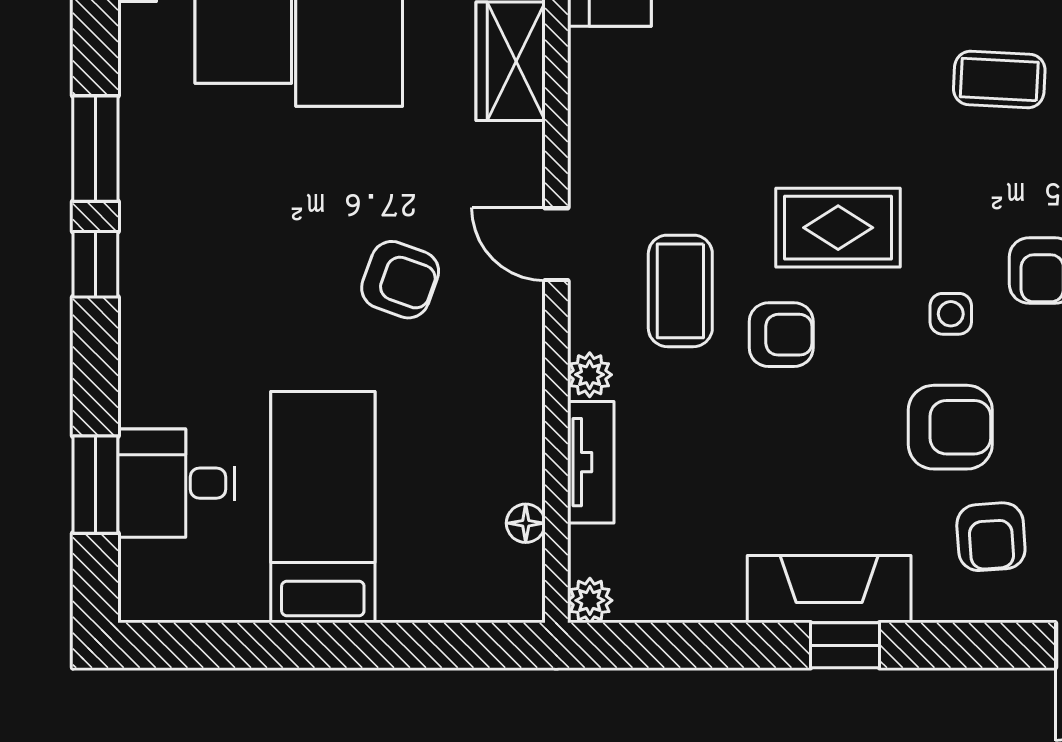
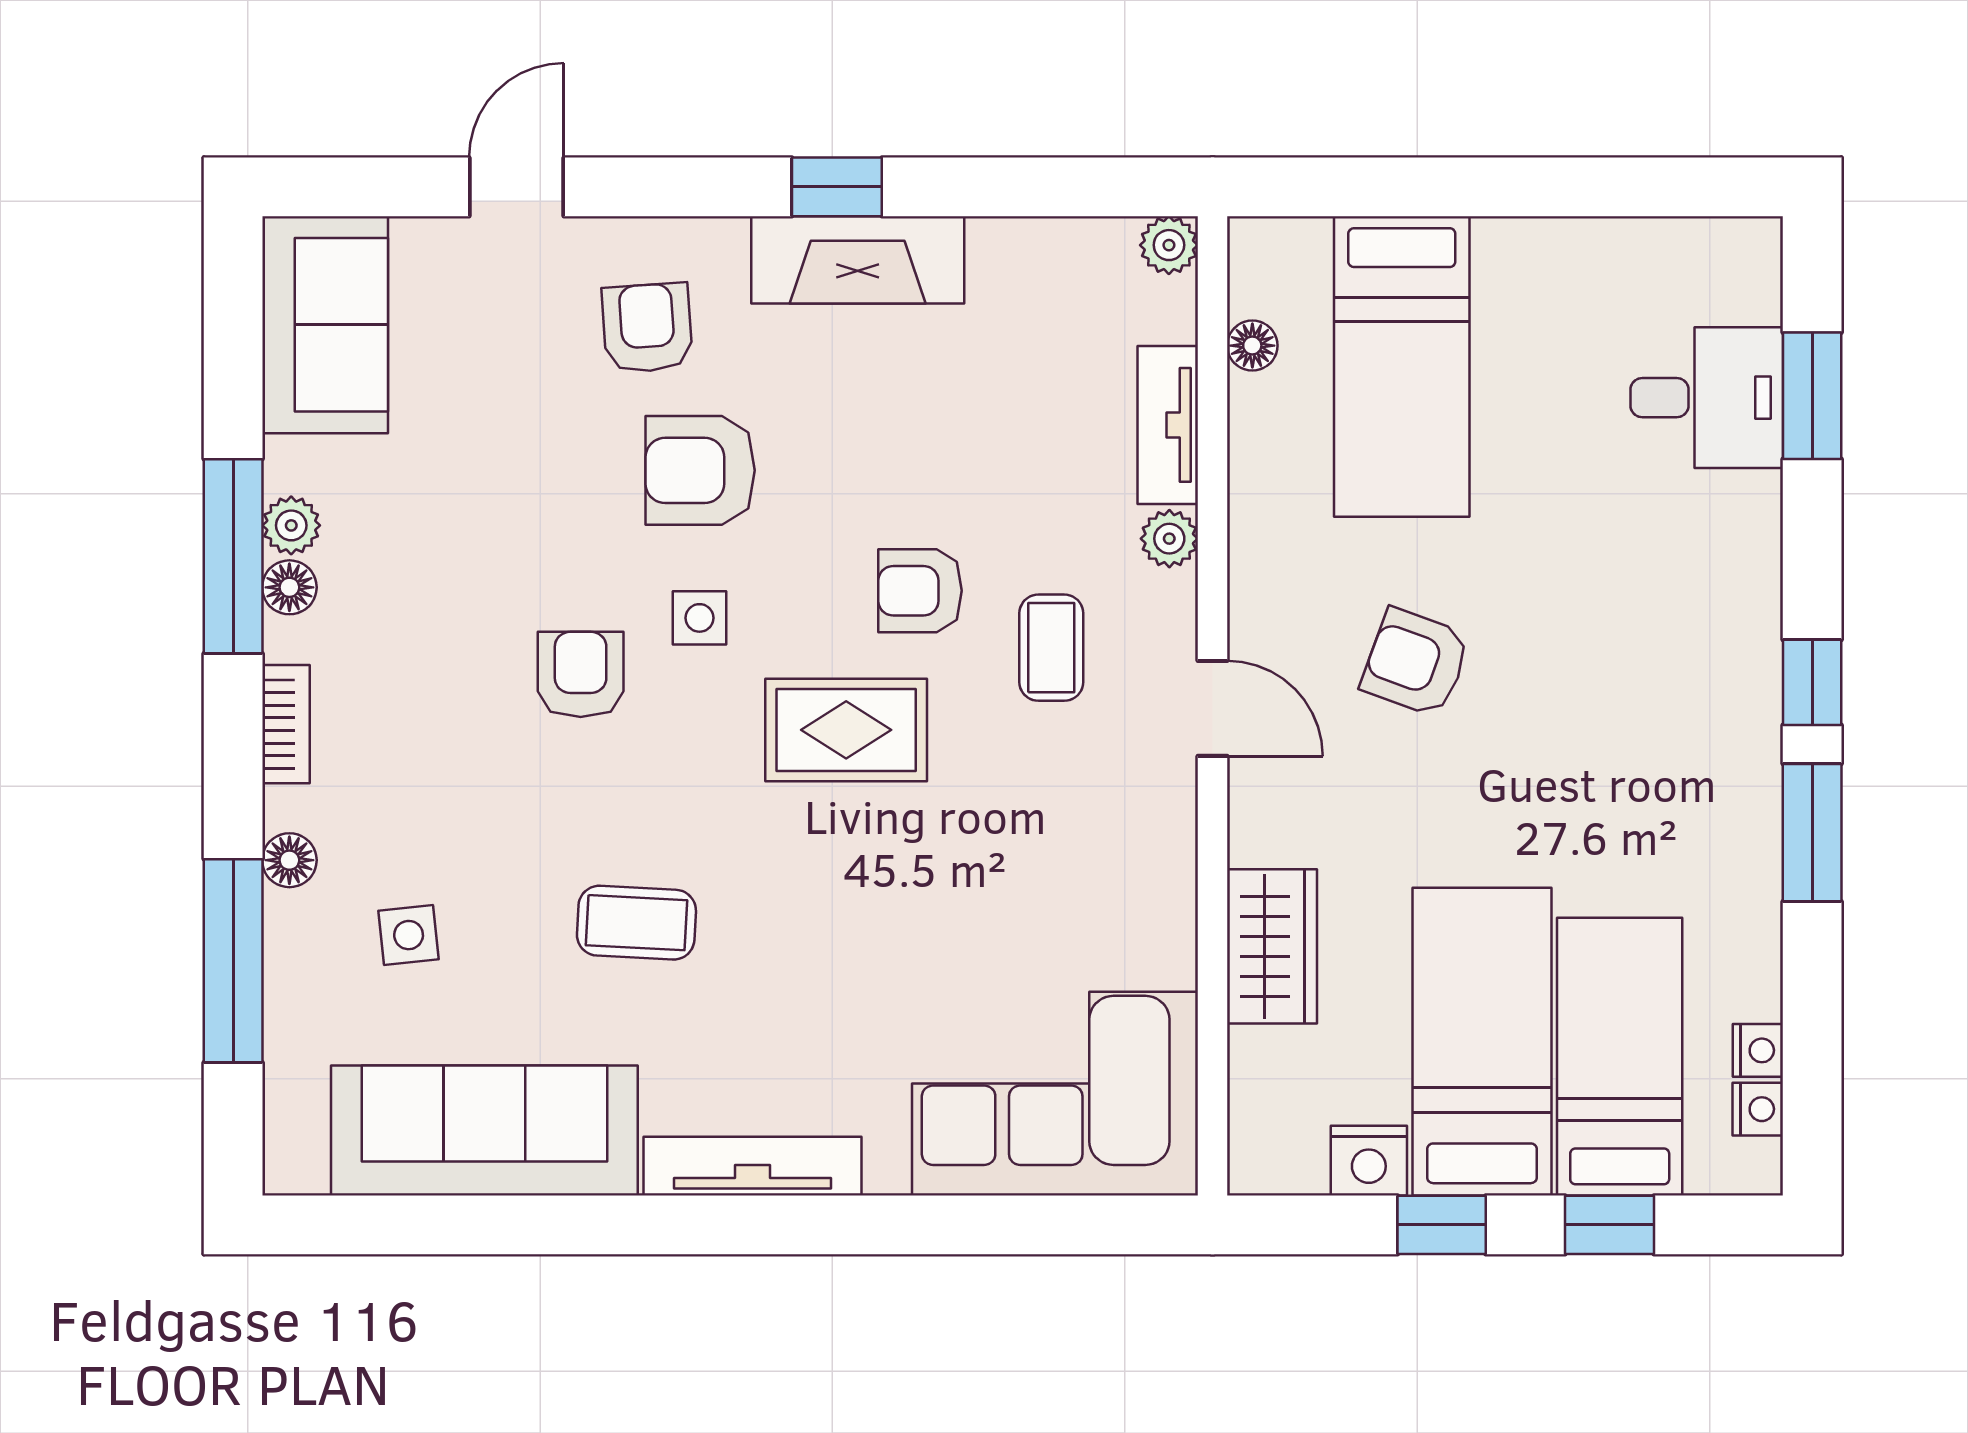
coffee table: (680, 291) -> (1051, 648), width x0.73, depth x0.77
bed: (323, 507) -> (1402, 366), moved

